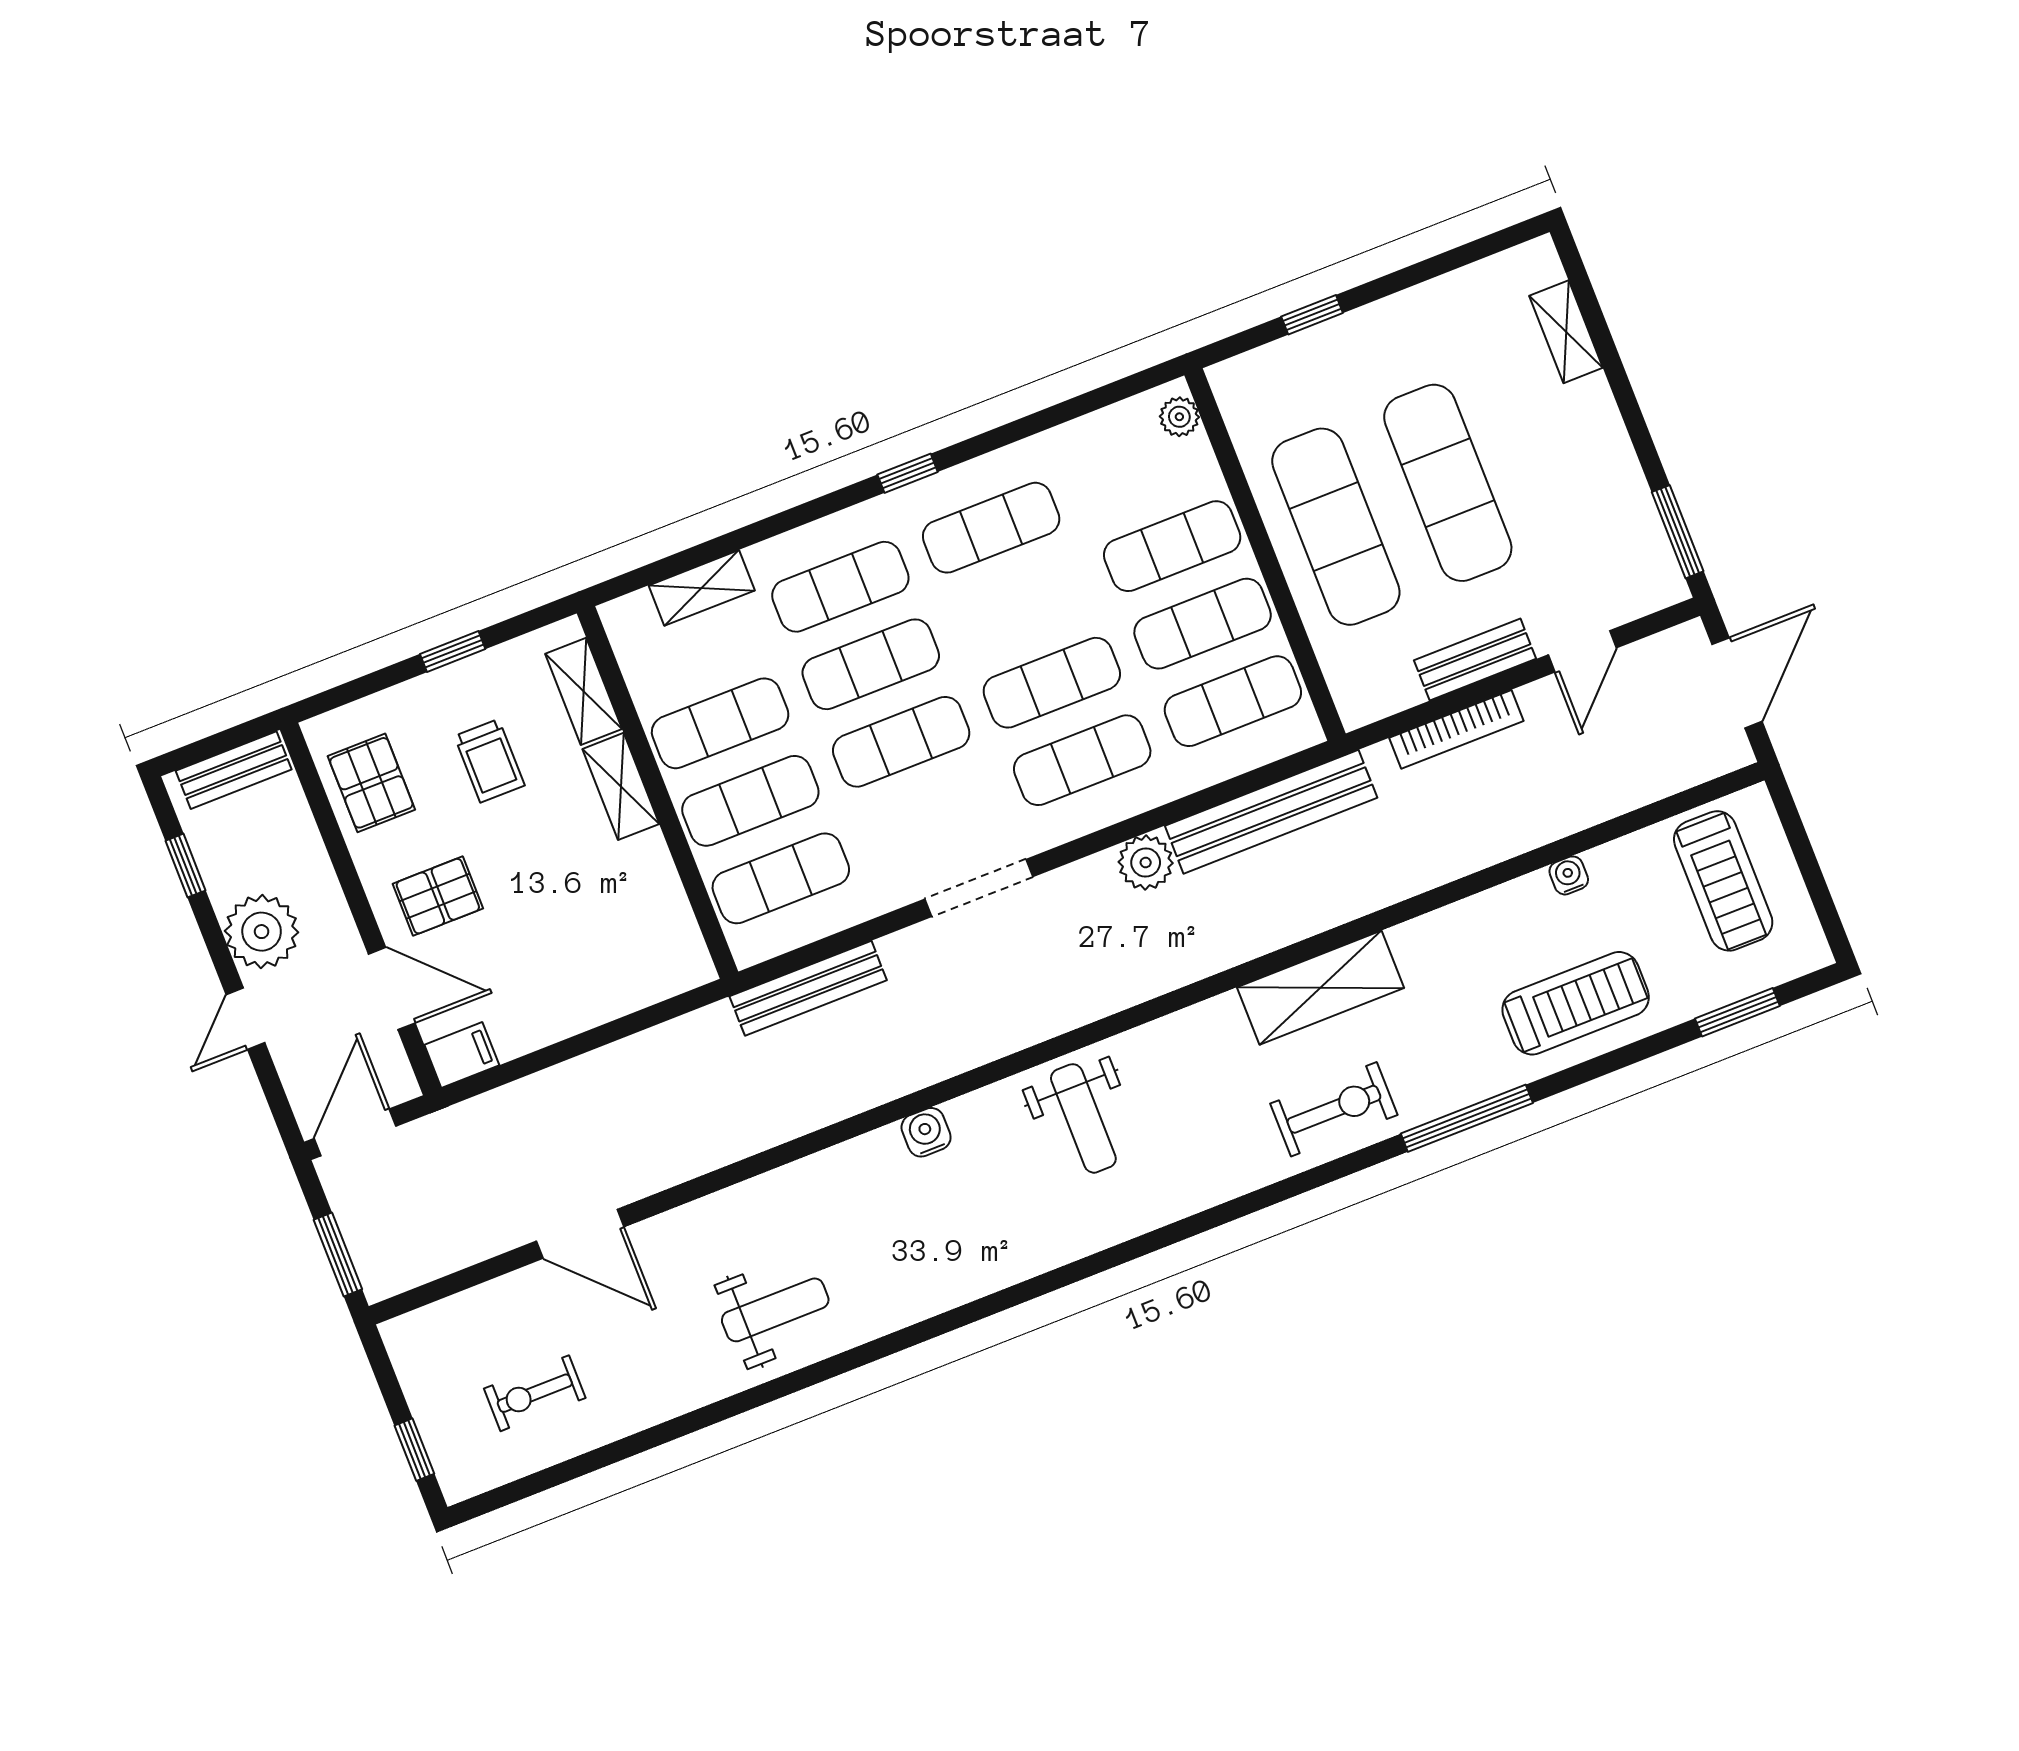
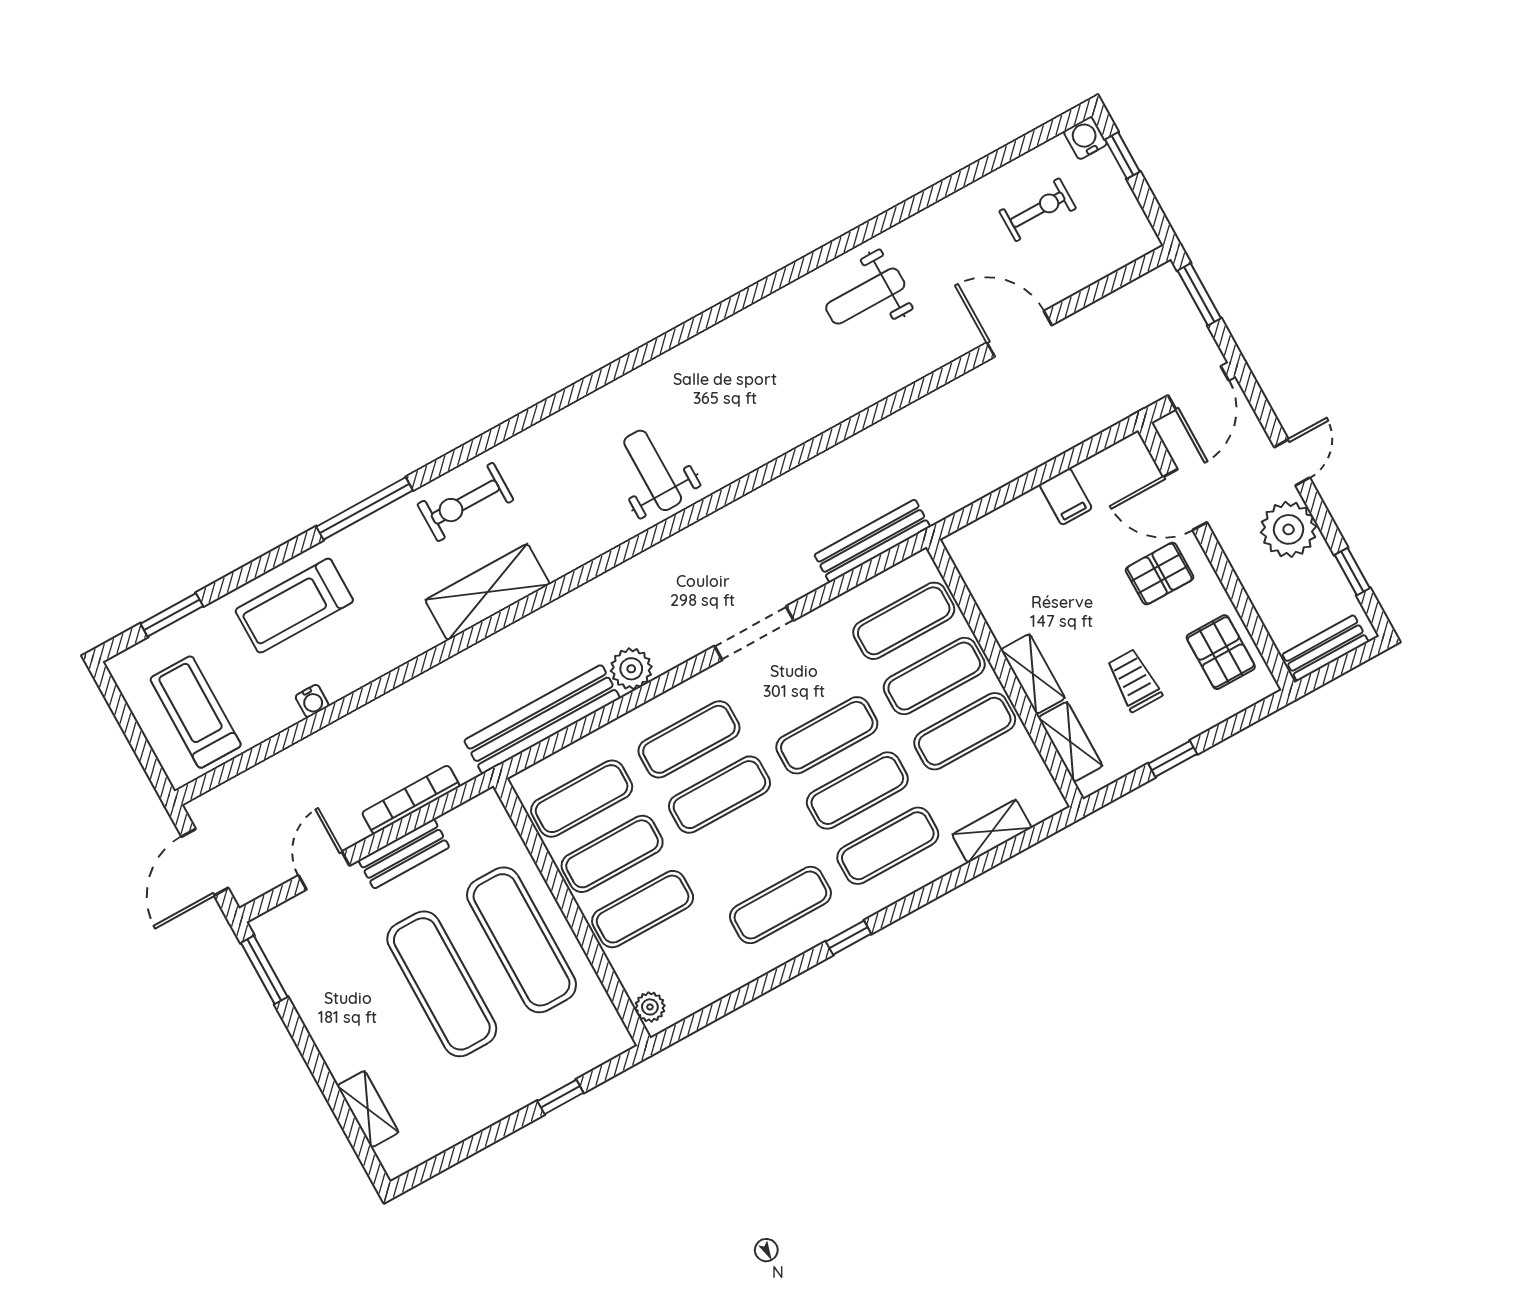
filing cabinet: (462, 1055) -> (1066, 497), moved, turned -90
water cooler: (926, 1132) -> (1085, 138), moved, turned 180

